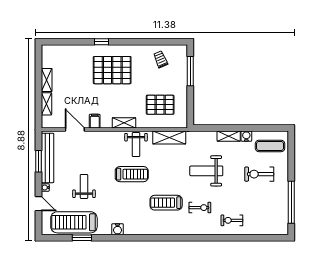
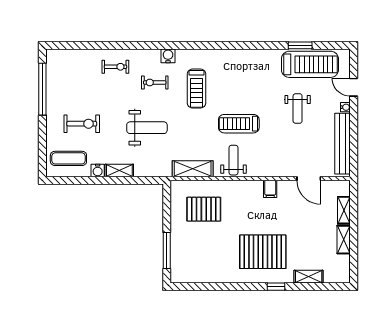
trolley: (161, 59) -> (203, 265), removed
filing cabinet: (95, 121) -> (270, 189), moved
shelving: (124, 123) -> (309, 277), moved
window: (39, 161) -> (354, 140), removed
treadmill: (166, 203) -> (196, 89), turned 90
water cooler: (118, 229) -> (168, 56), moved

